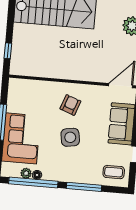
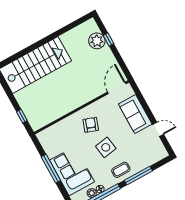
coffee table: (114, 172) -> (121, 170), moved

